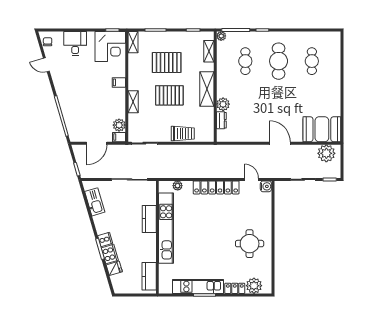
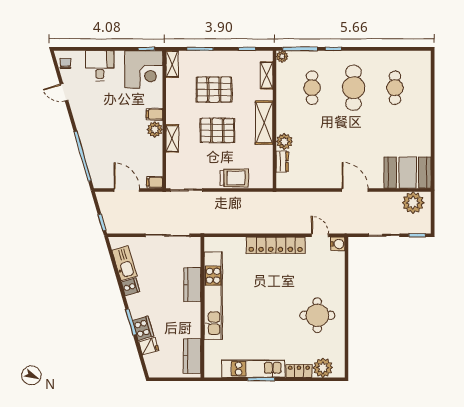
plant: (119, 125) -> (155, 129), moved
door: (97, 143) -> (127, 190), swing flipped
plant: (178, 186) -> (228, 243), removed
cooker: (105, 240) -> (130, 287), moved

